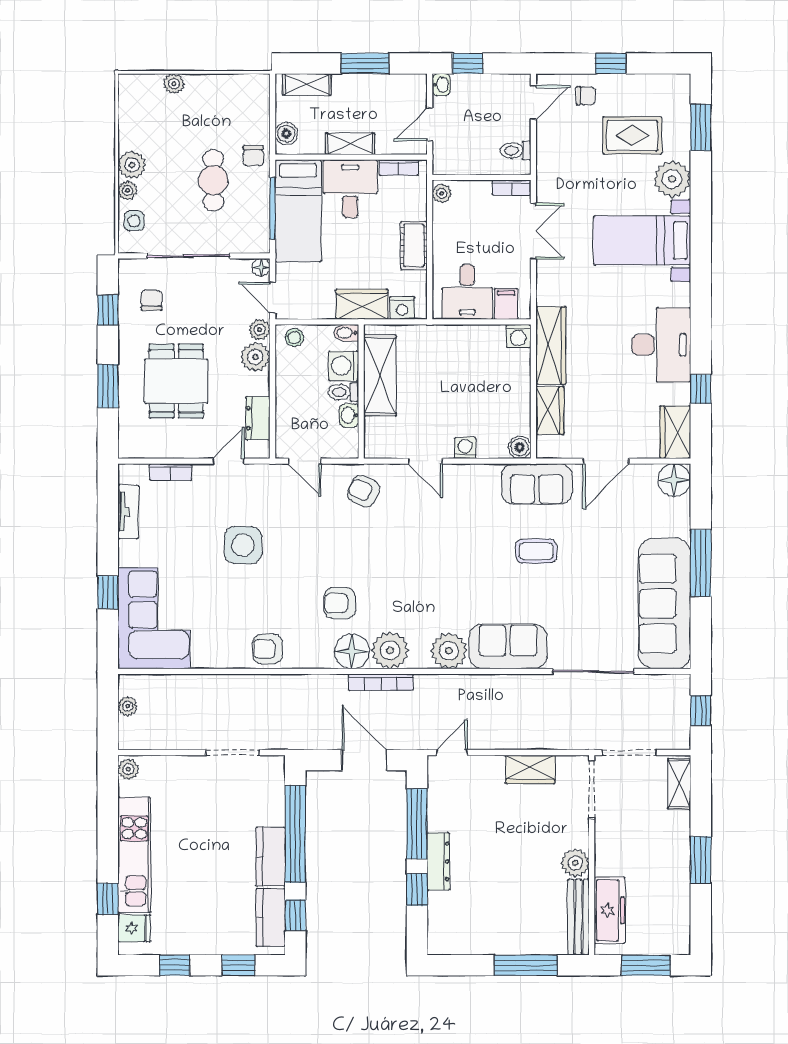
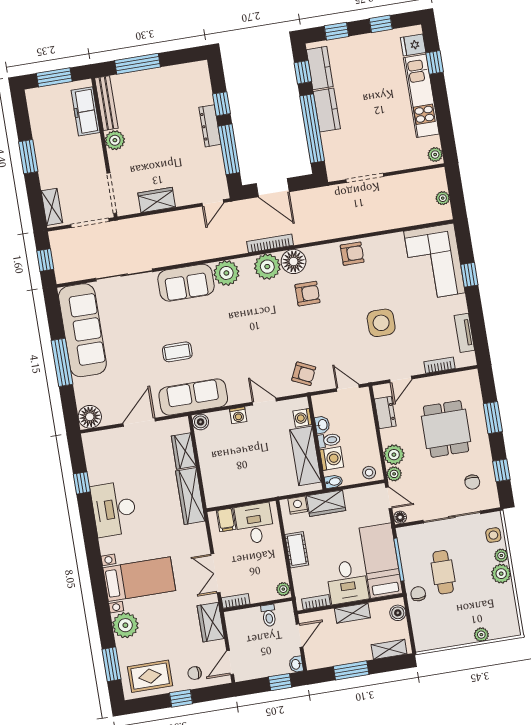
rug: (632, 135) -> (150, 676), moved
toilet: (516, 151) -> (269, 615), moved, turned 90
washing machine: (518, 336) -> (302, 418), moved, turned -90
wardrobe: (675, 432) -> (211, 622), moved, turned 180
sofa: (537, 484) -> (193, 397), width x1.36

